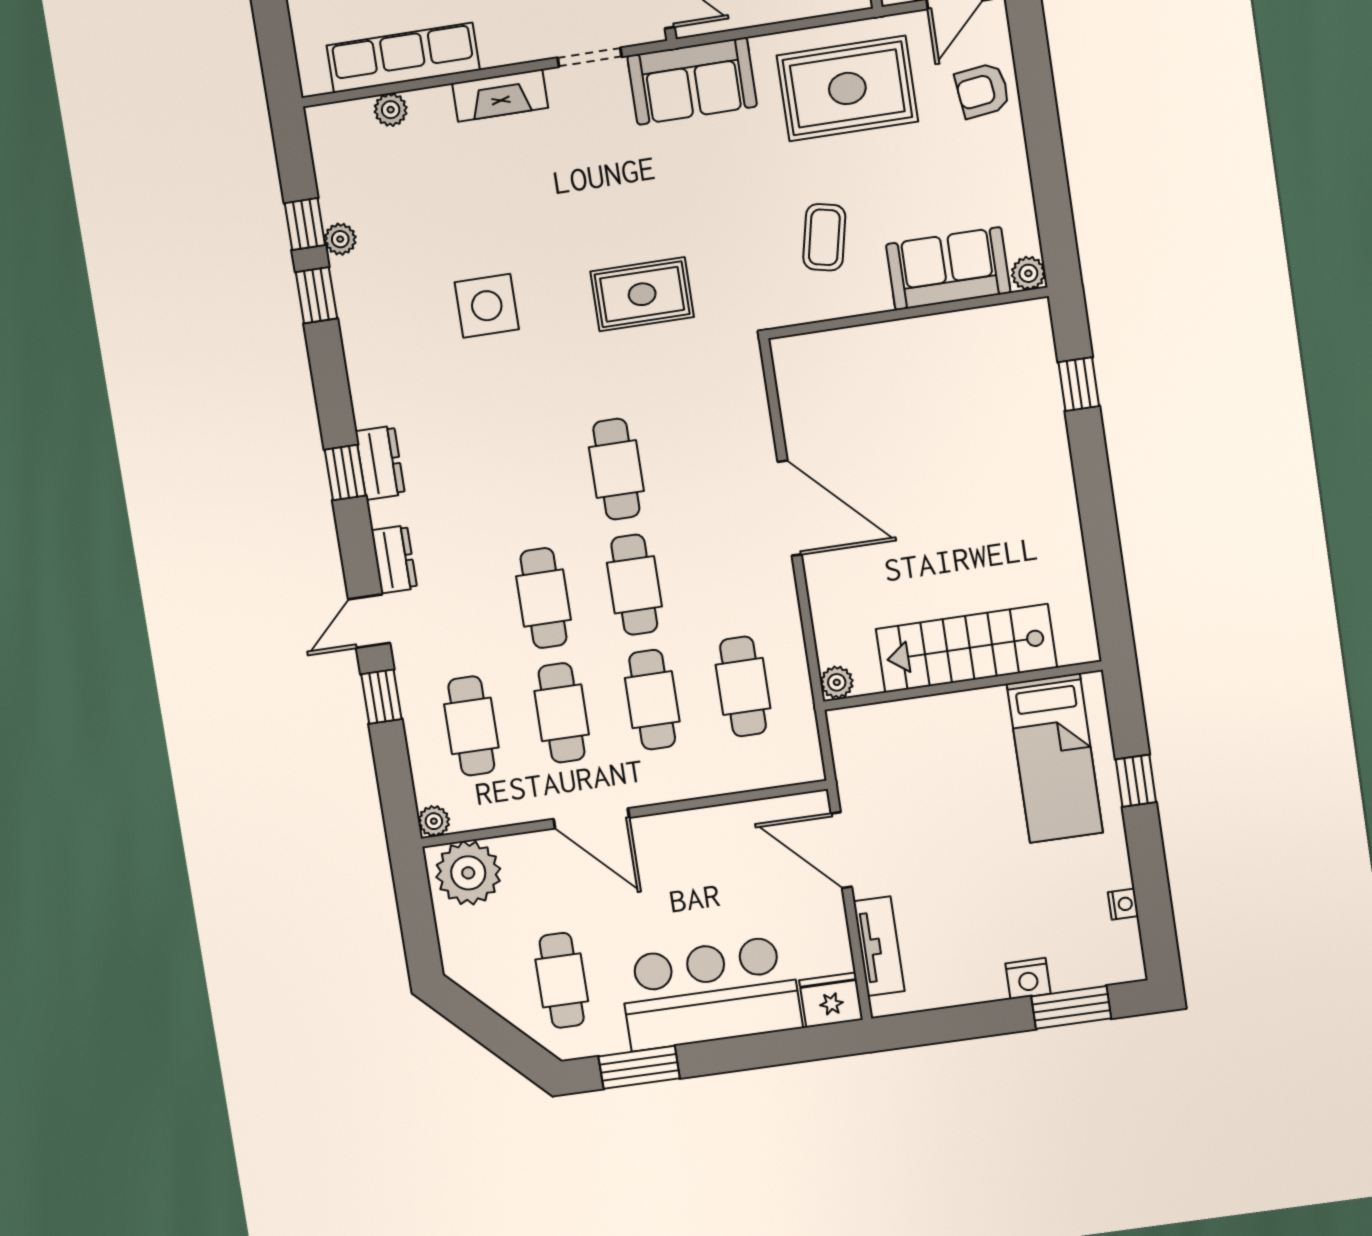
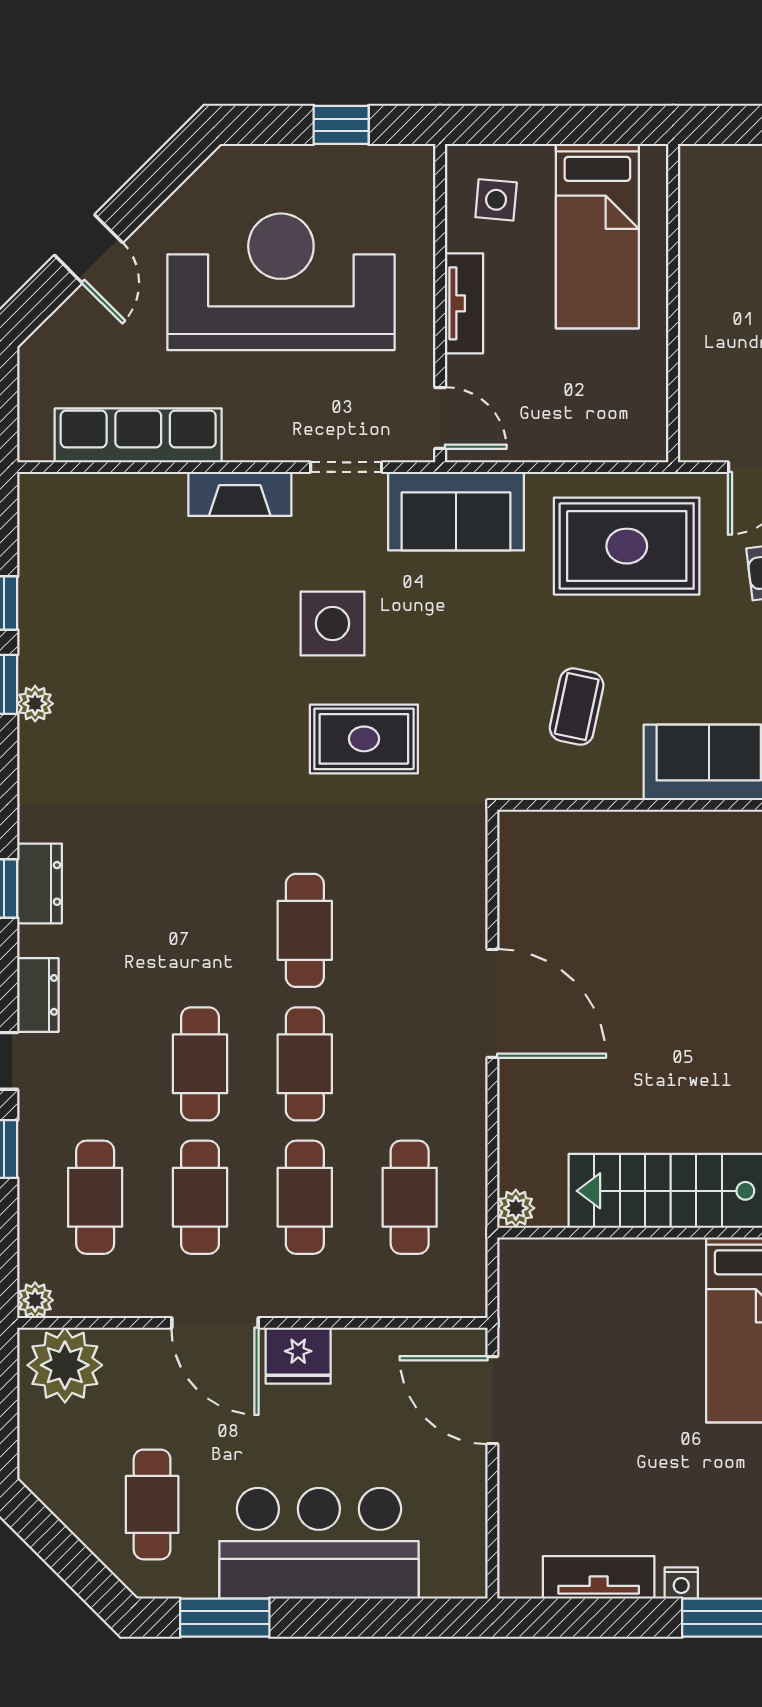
plant: (391, 110) -> (115, 491), removed
plant: (340, 239) -> (35, 704), moved
side table: (487, 306) -> (333, 623), moved
tv unit: (879, 946) -> (599, 1577), moved, turned -90
nightstand: (1028, 979) -> (681, 1583), width x0.72, depth x0.74
fridge: (831, 1000) -> (298, 1356), moved, turned 180

